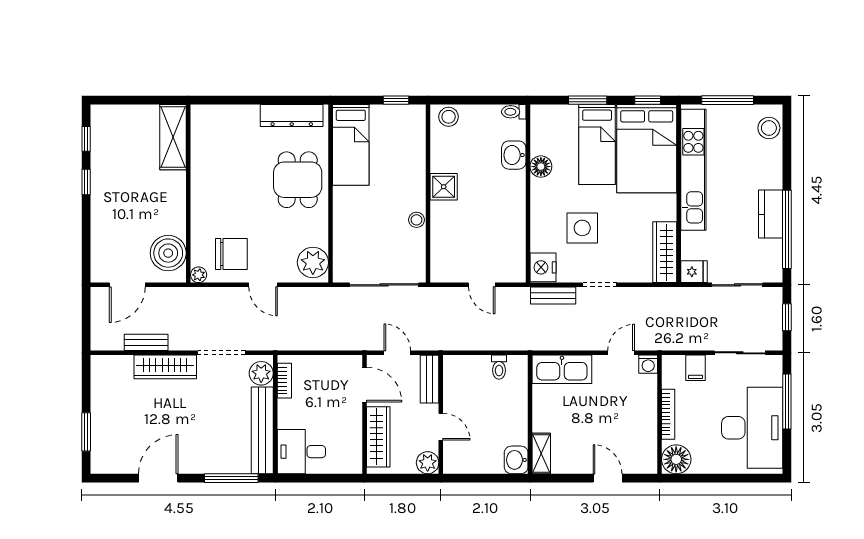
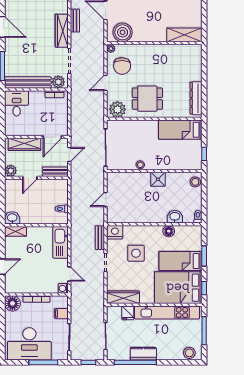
dining table: (298, 180) -> (147, 99), moved
fridge: (694, 272) -> (128, 313), moved

